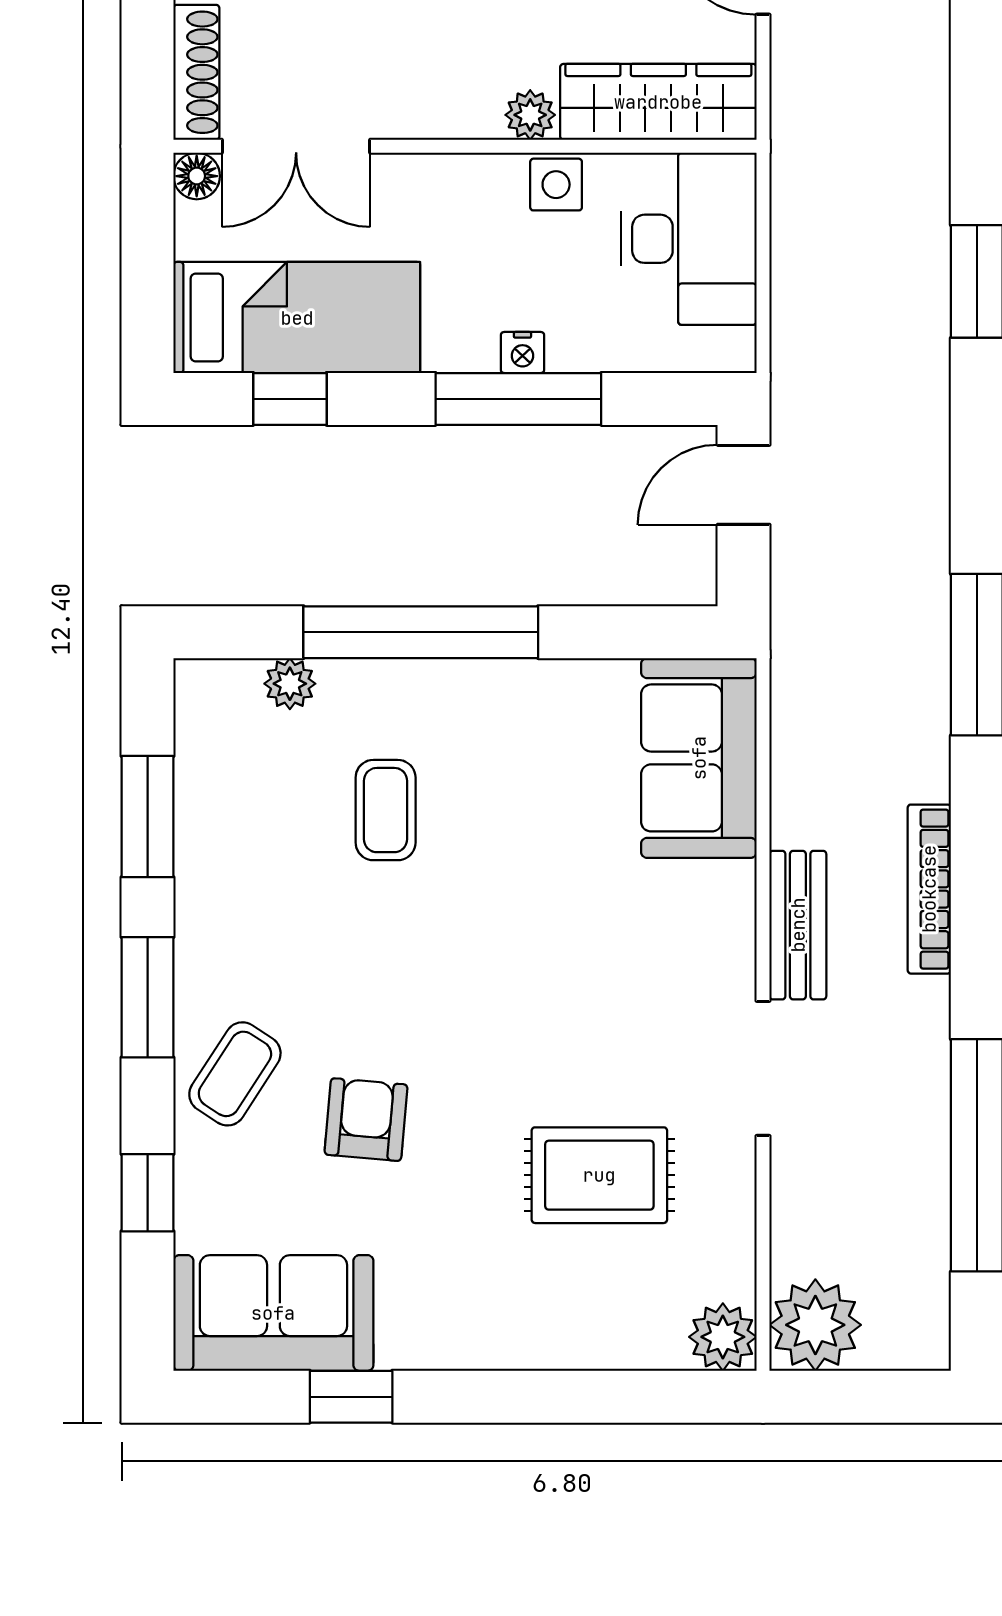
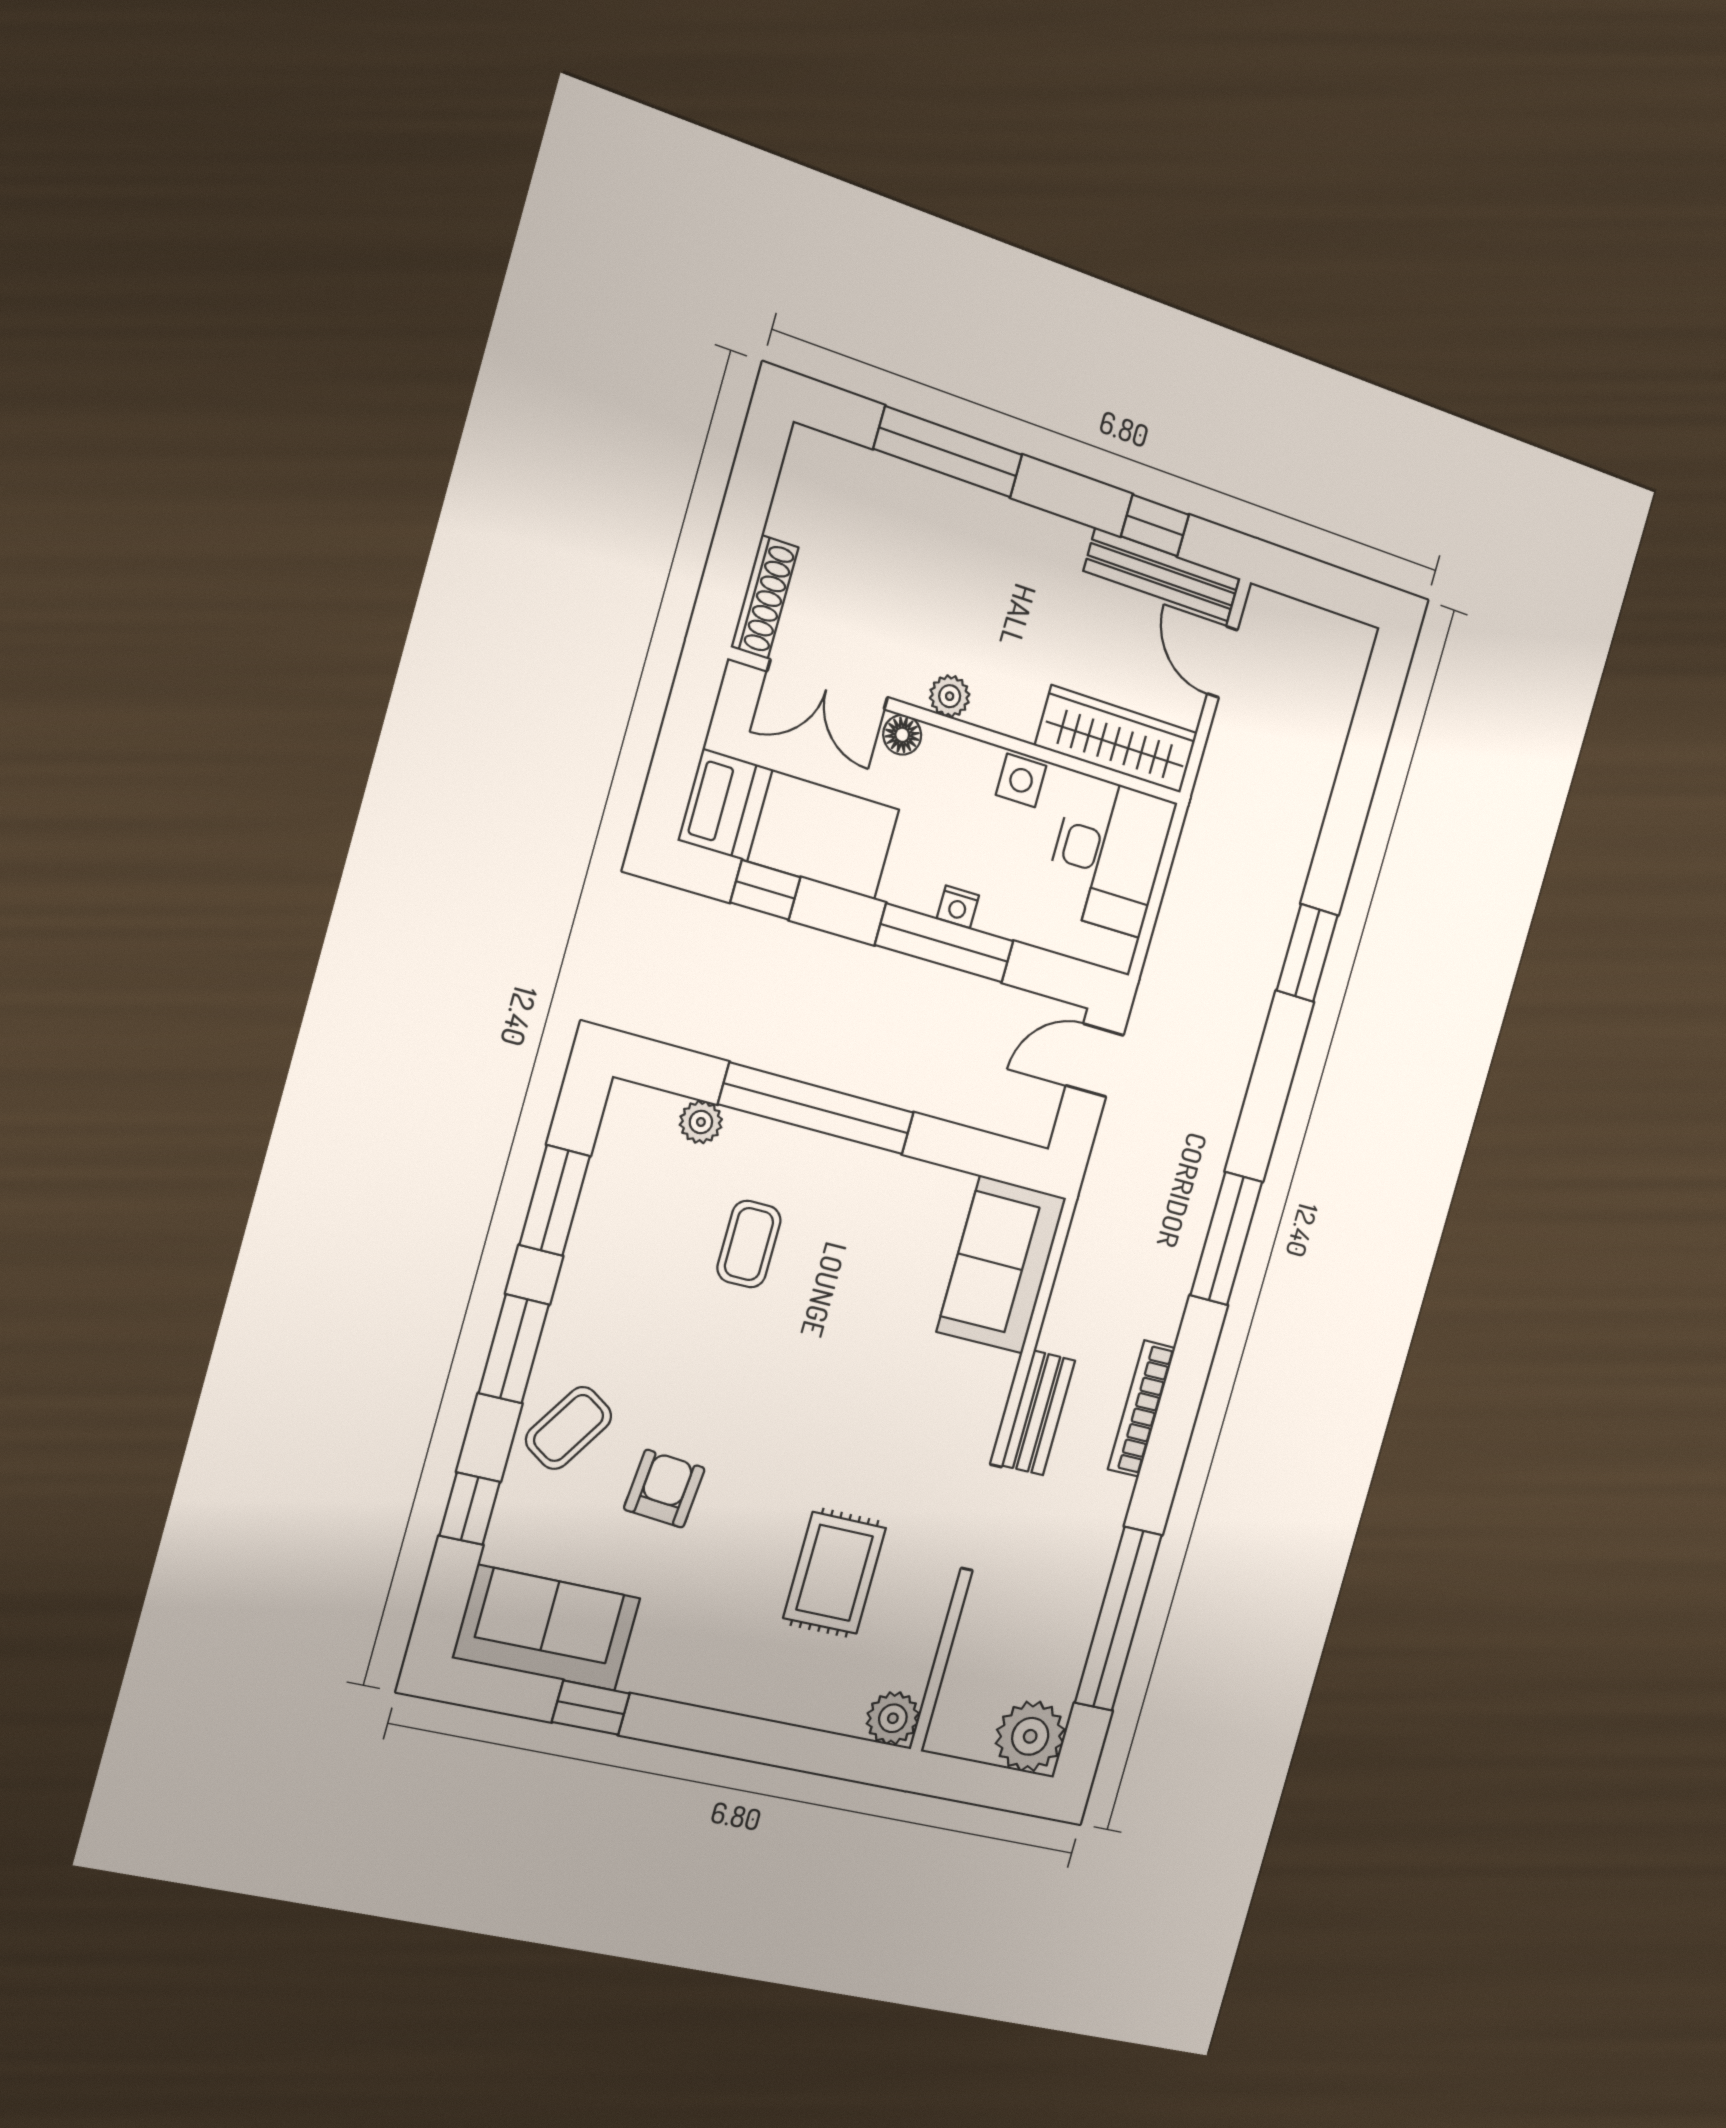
plant: (530, 115) -> (950, 696), moved
floor lamp: (197, 176) -> (902, 735), moved
rug: (599, 1175) -> (835, 1573), turned 90
plant: (815, 1325) -> (1030, 1736), moved

